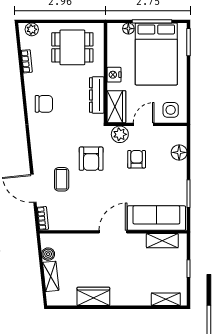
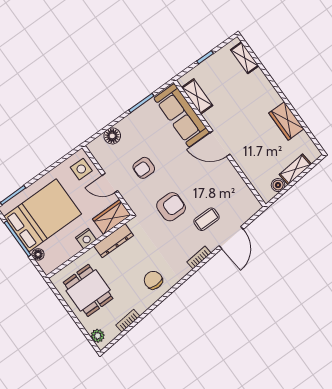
plant: (120, 134) -> (133, 197), removed
bookcase: (43, 218) -> (199, 258), moved

